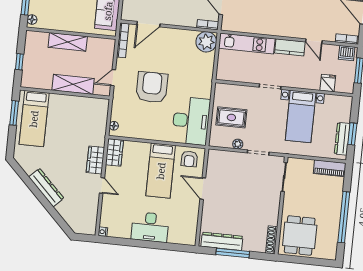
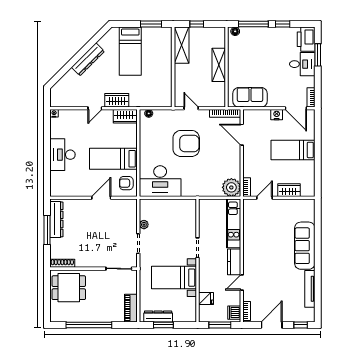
shelving: (73, 84) -> (182, 45), moved
rug: (231, 117) -> (167, 217), removed
bed: (34, 119) -> (130, 51), moved, turned -90

